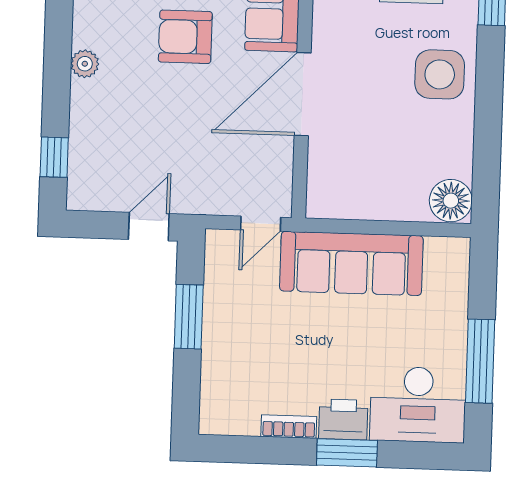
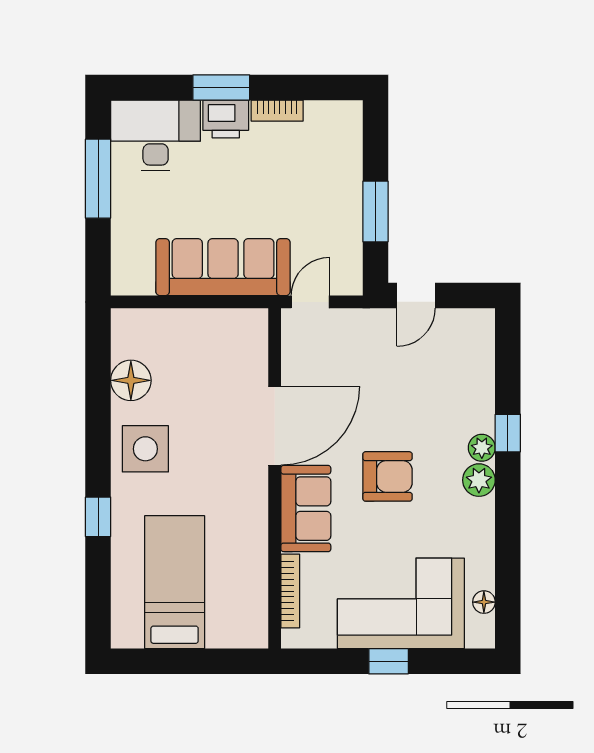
plant: (89, 30) -> (479, 480), added
window: (54, 157) -> (508, 433), moved
floor lamp: (451, 201) -> (131, 380), moved

